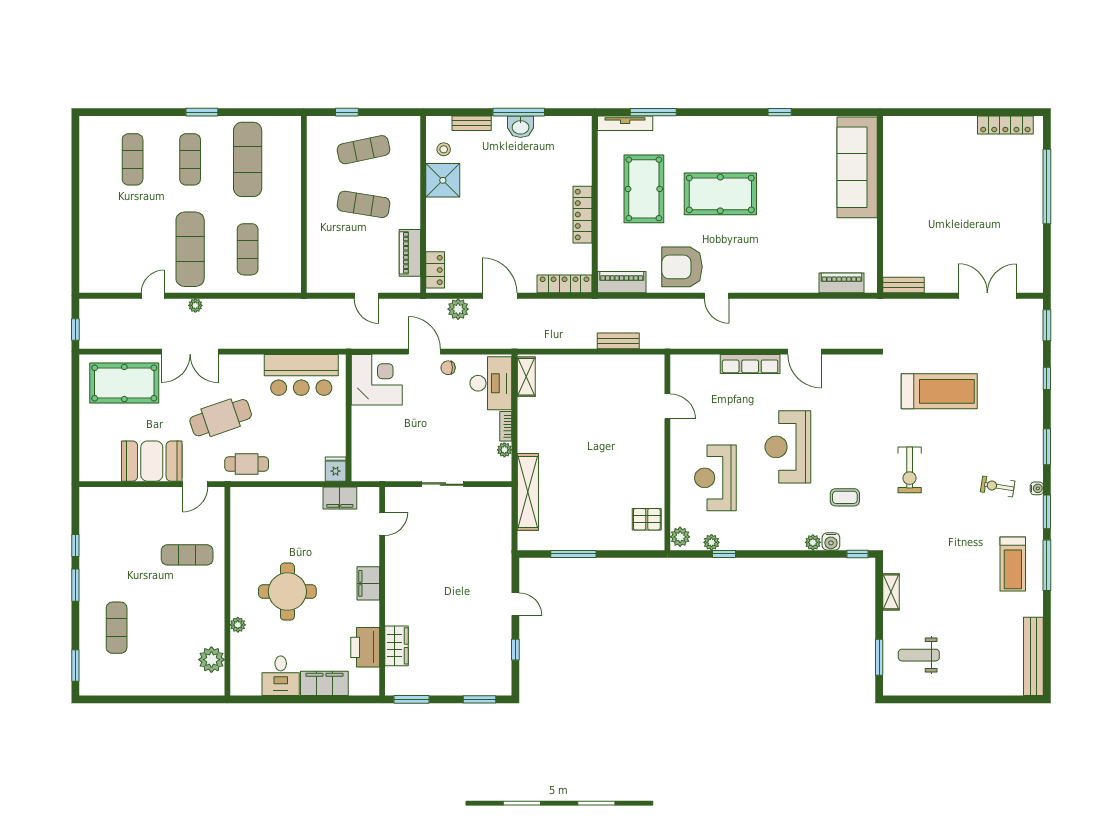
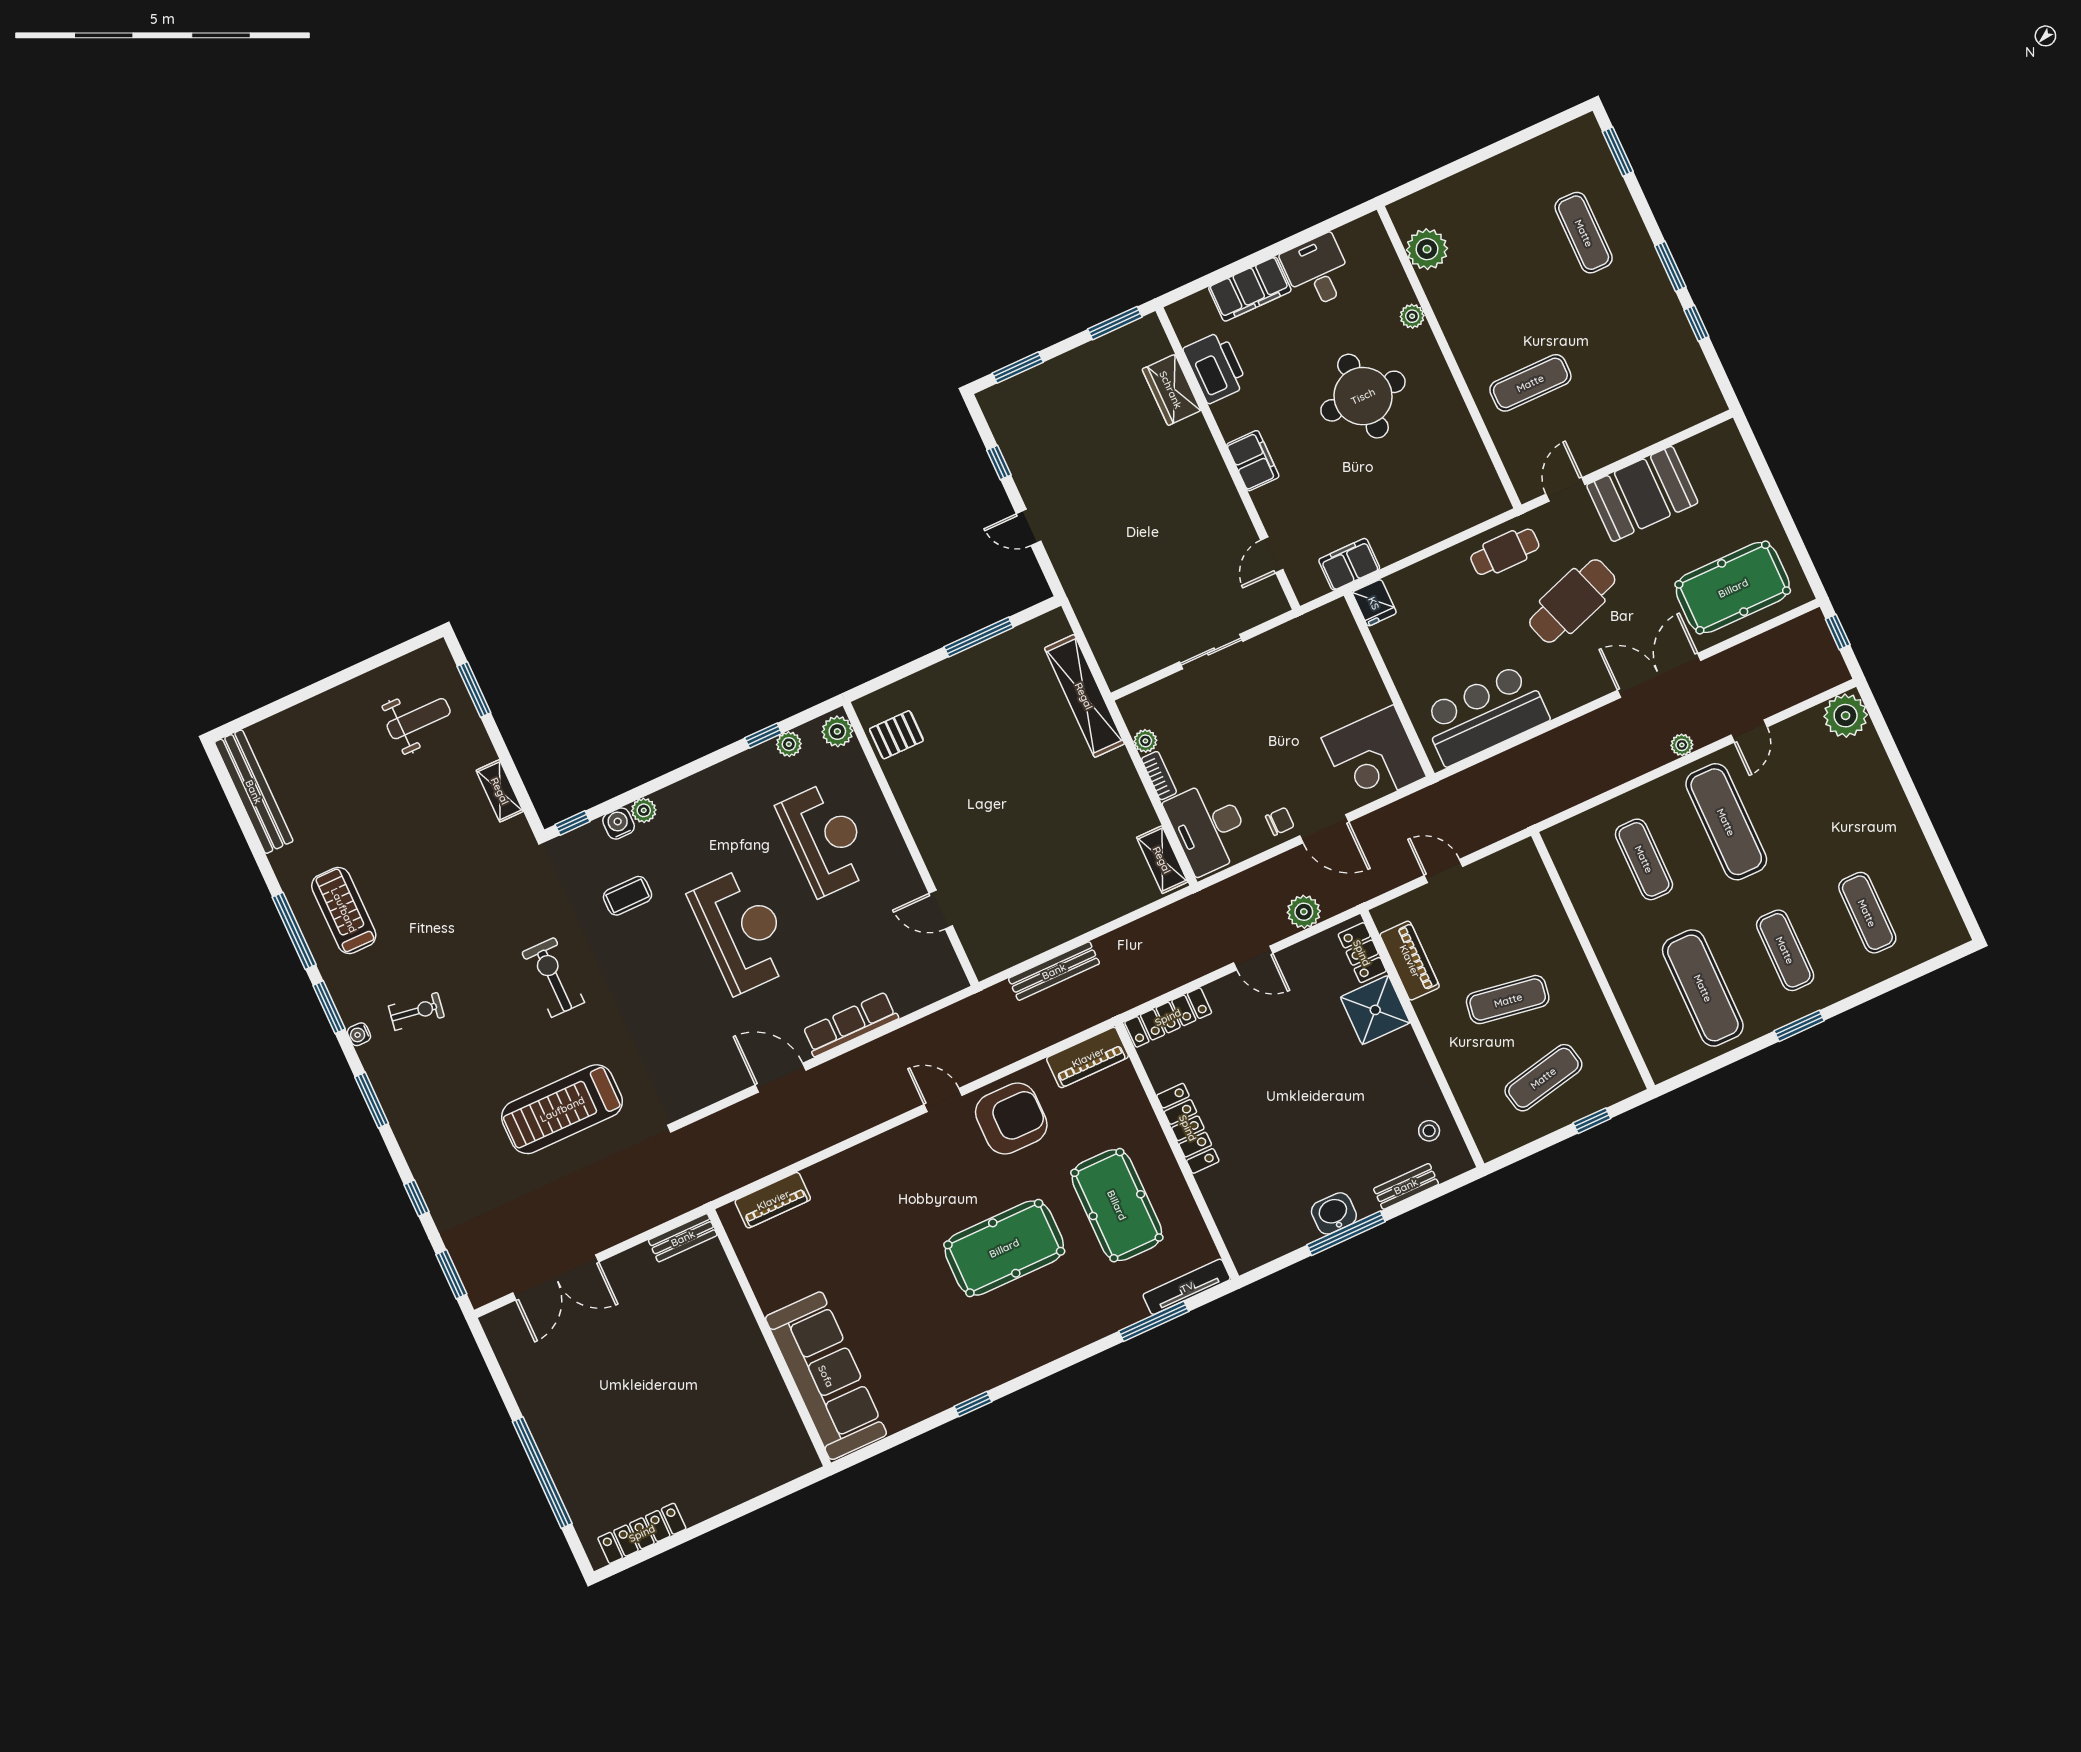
shower: (443, 180) -> (1375, 1010), moved
plant: (93, 279) -> (1846, 716), added
door: (500, 296) -> (1253, 958), width x0.73
bench: (618, 341) -> (1054, 971), width x1.36

